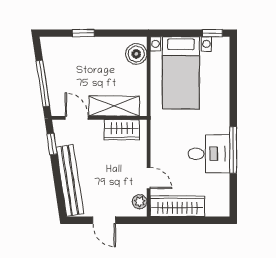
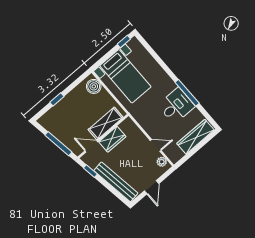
wardrobe: (122, 130) -> (112, 139), moved
wardrobe: (177, 206) -> (195, 137), moved
door: (104, 220) -> (152, 187), hinge flipped

